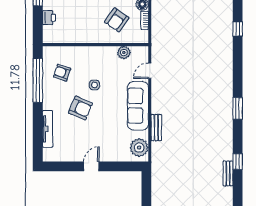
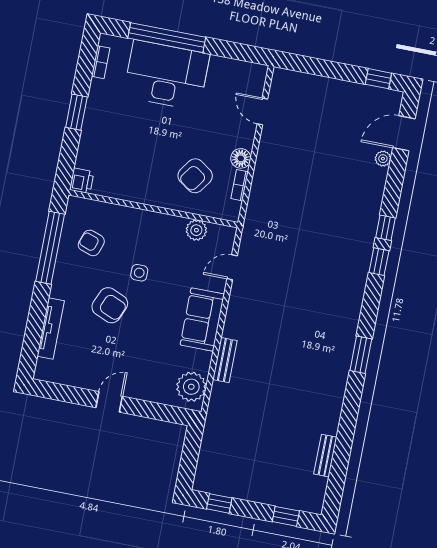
printer: (49, 18) -> (82, 181), moved
sofa: (138, 106) -> (202, 320), width x0.73
window: (238, 162) -> (379, 262), moved

